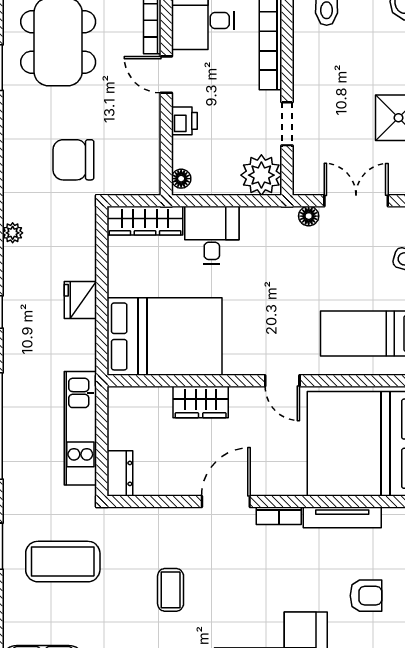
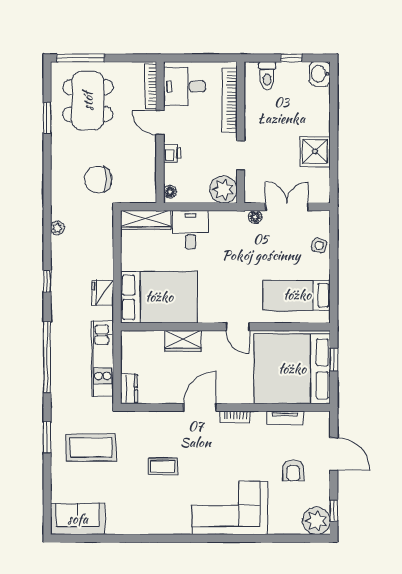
fridge: (80, 300) -> (103, 293), moved
tv unit: (342, 517) -> (285, 418), width x0.71
coffee table: (171, 590) -> (163, 466), turned 90
armchair: (366, 596) -> (293, 470), turned 90

